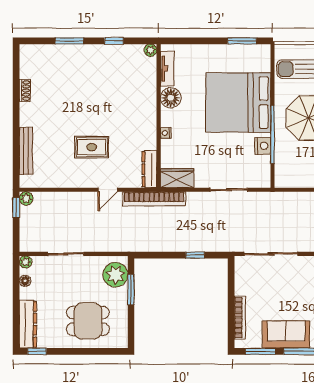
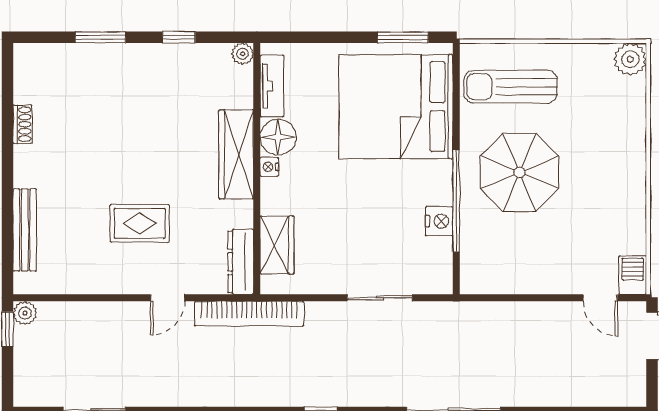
bed: (238, 103) -> (396, 107), moved
wardrobe: (147, 108) -> (236, 154), added
nightstand: (166, 133) -> (269, 167), moved
wardrobe: (177, 178) -> (277, 245), moved, turned 90

